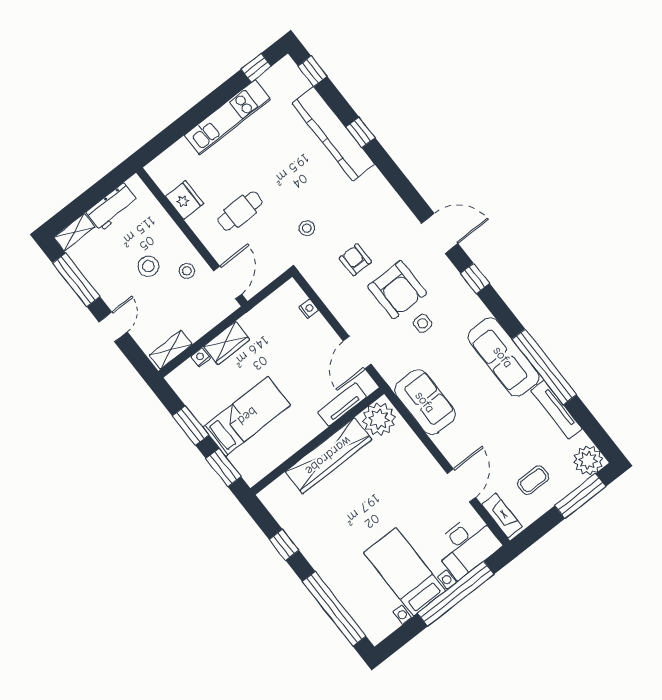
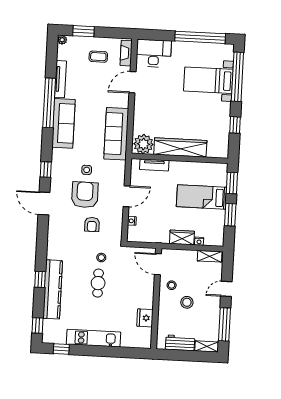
cafe table: (240, 211) -> (98, 283), moved, turned 90
door: (228, 283) -> (158, 264), hinge flipped
door: (357, 353) -> (127, 196), moved
sofa: (425, 402) -> (116, 134), width x1.36
plant: (588, 460) -> (62, 40), width x0.53, depth x0.53
window: (580, 496) -> (83, 31), width x0.69
bed with nightstands: (405, 572) -> (208, 80), moved, turned 90
window: (456, 594) -> (200, 37), moved

